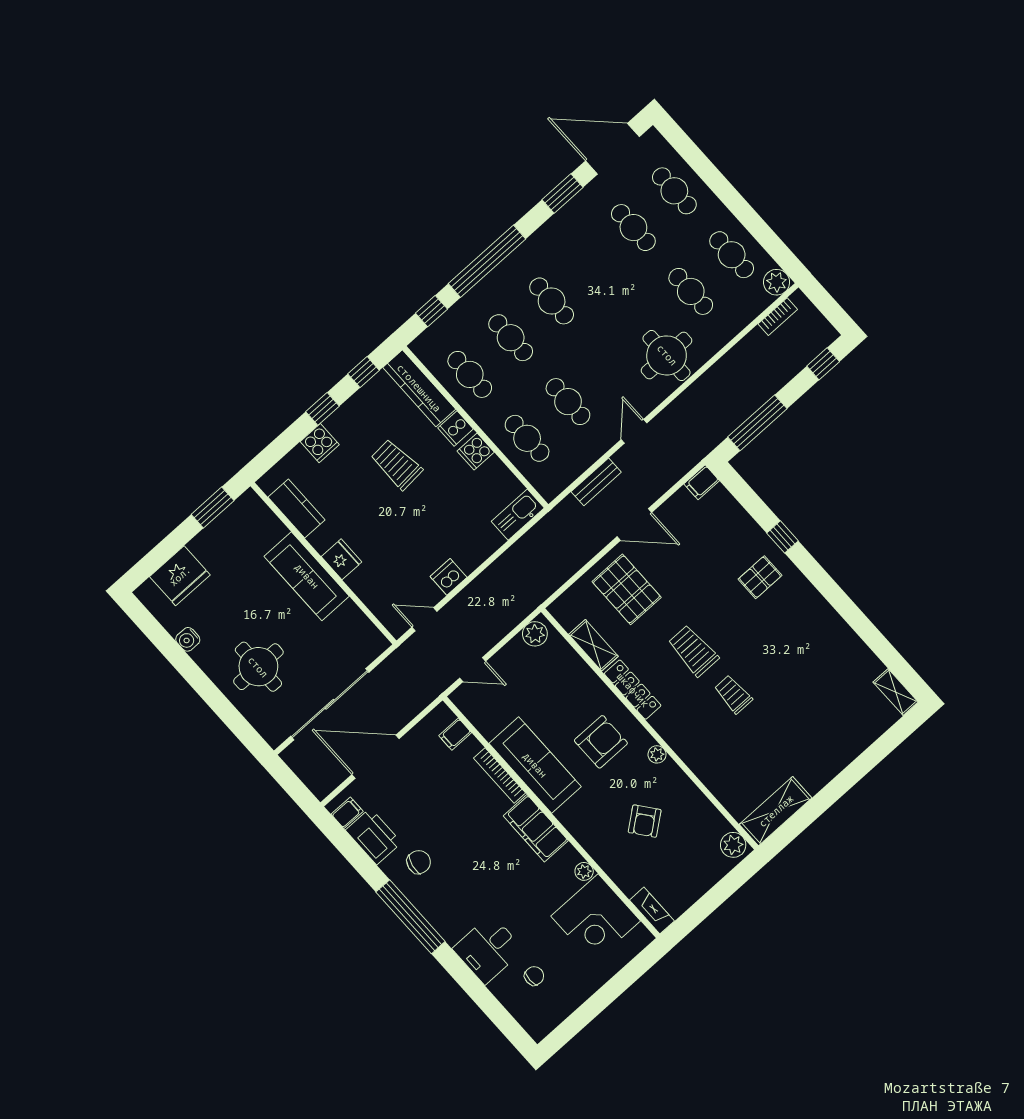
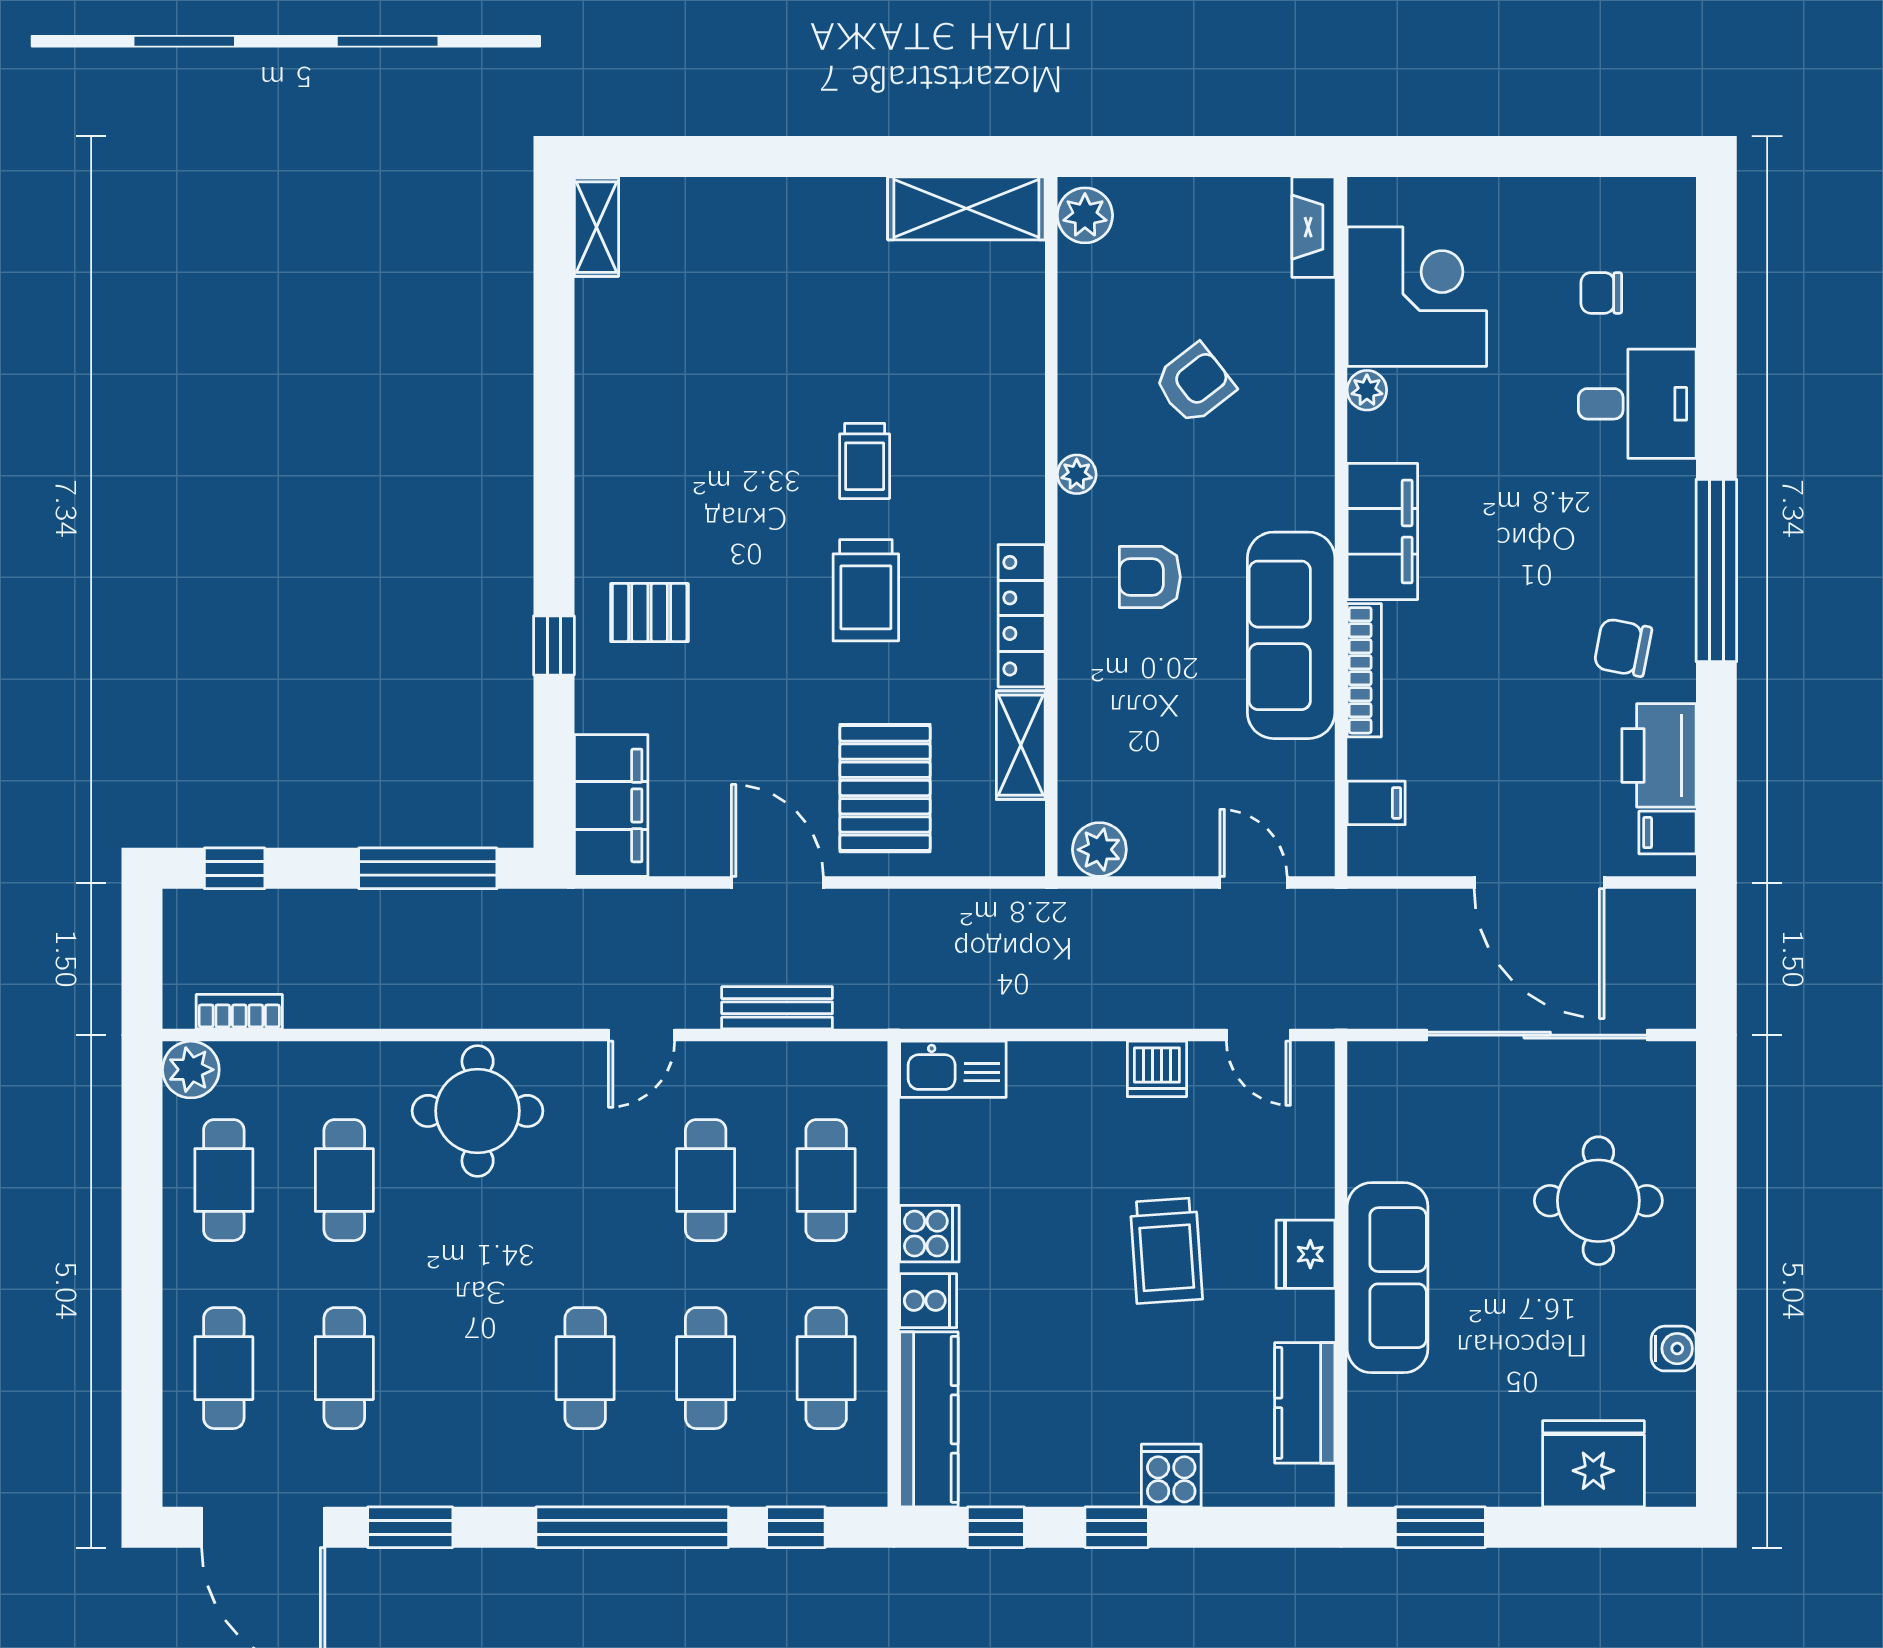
trolley: (397, 464) -> (1166, 1251), moved
filing cabinet: (702, 482) -> (611, 805), width x3.00, depth x1.17
armchair: (601, 742) -> (1150, 577), width x0.72, depth x0.72

